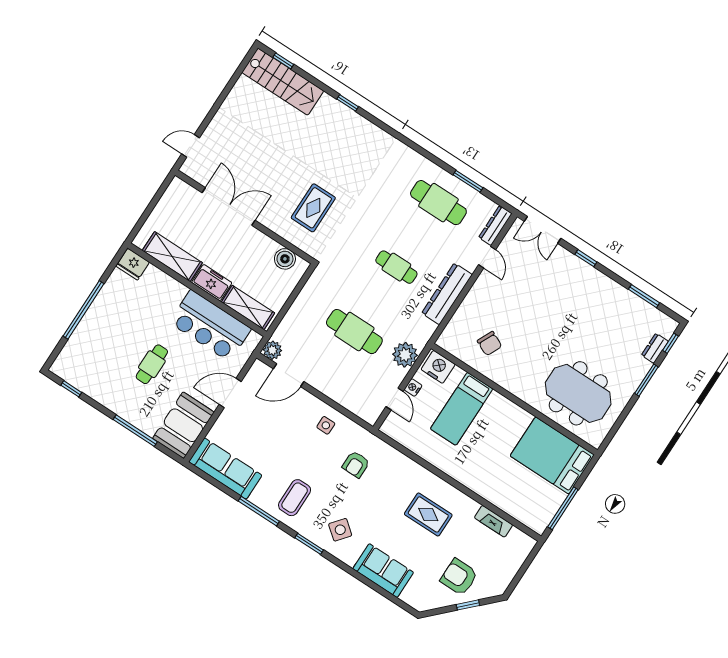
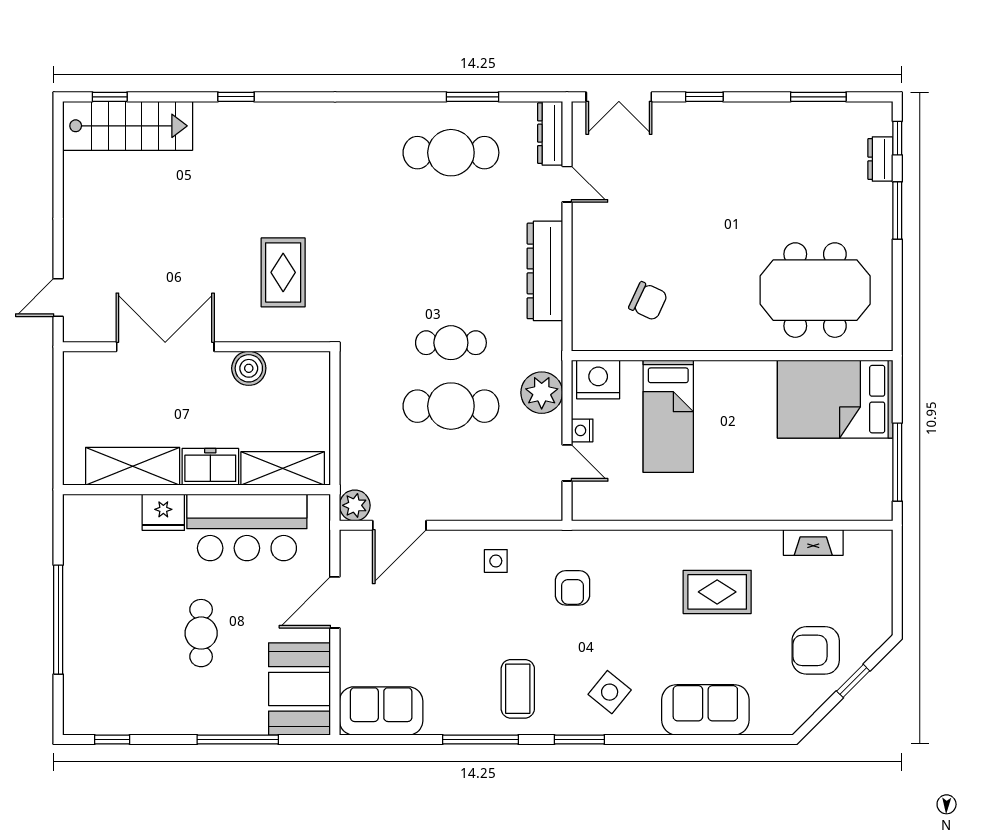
boiler: (285, 259) -> (249, 368), moved
fridge: (133, 264) -> (163, 512), moved
cafe table: (396, 267) -> (451, 343), moved
sofa: (225, 469) -> (381, 711), width x0.73

